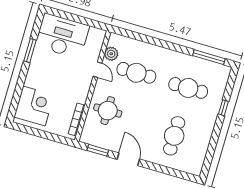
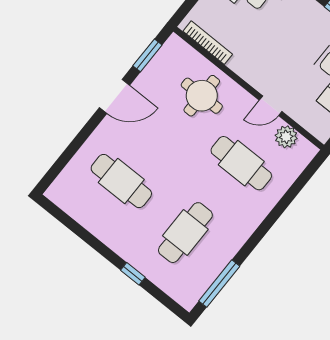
cafe table: (136, 73) -> (241, 163), turned 90

